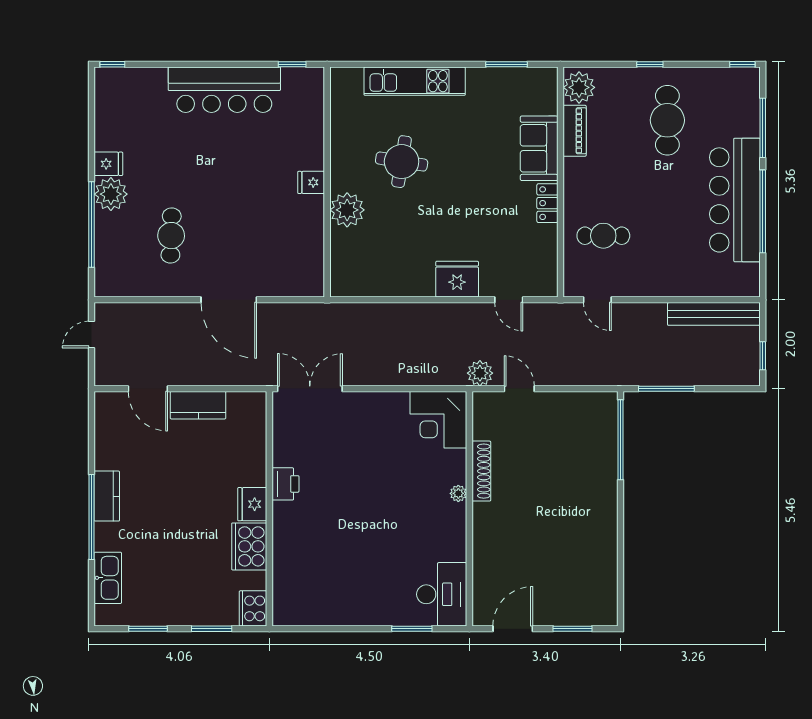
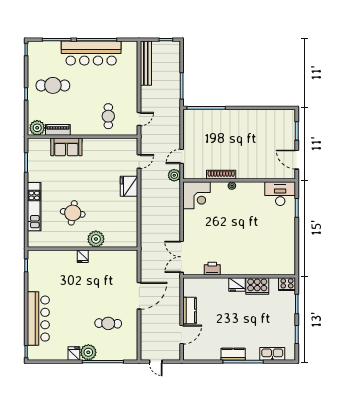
bar counter: (224, 90) -> (38, 319), moved
locker: (547, 203) -> (93, 143), removed
printer: (285, 484) -> (212, 269), moved

